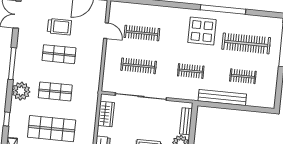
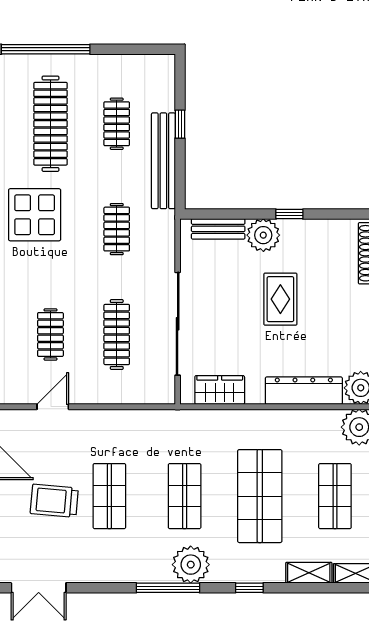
trolley: (59, 27) -> (54, 501), turned -85
clothes rail: (142, 33) -> (50, 334), width x0.73
window: (12, 64) -> (168, 588), moved
window: (240, 107) -> (180, 124), added

